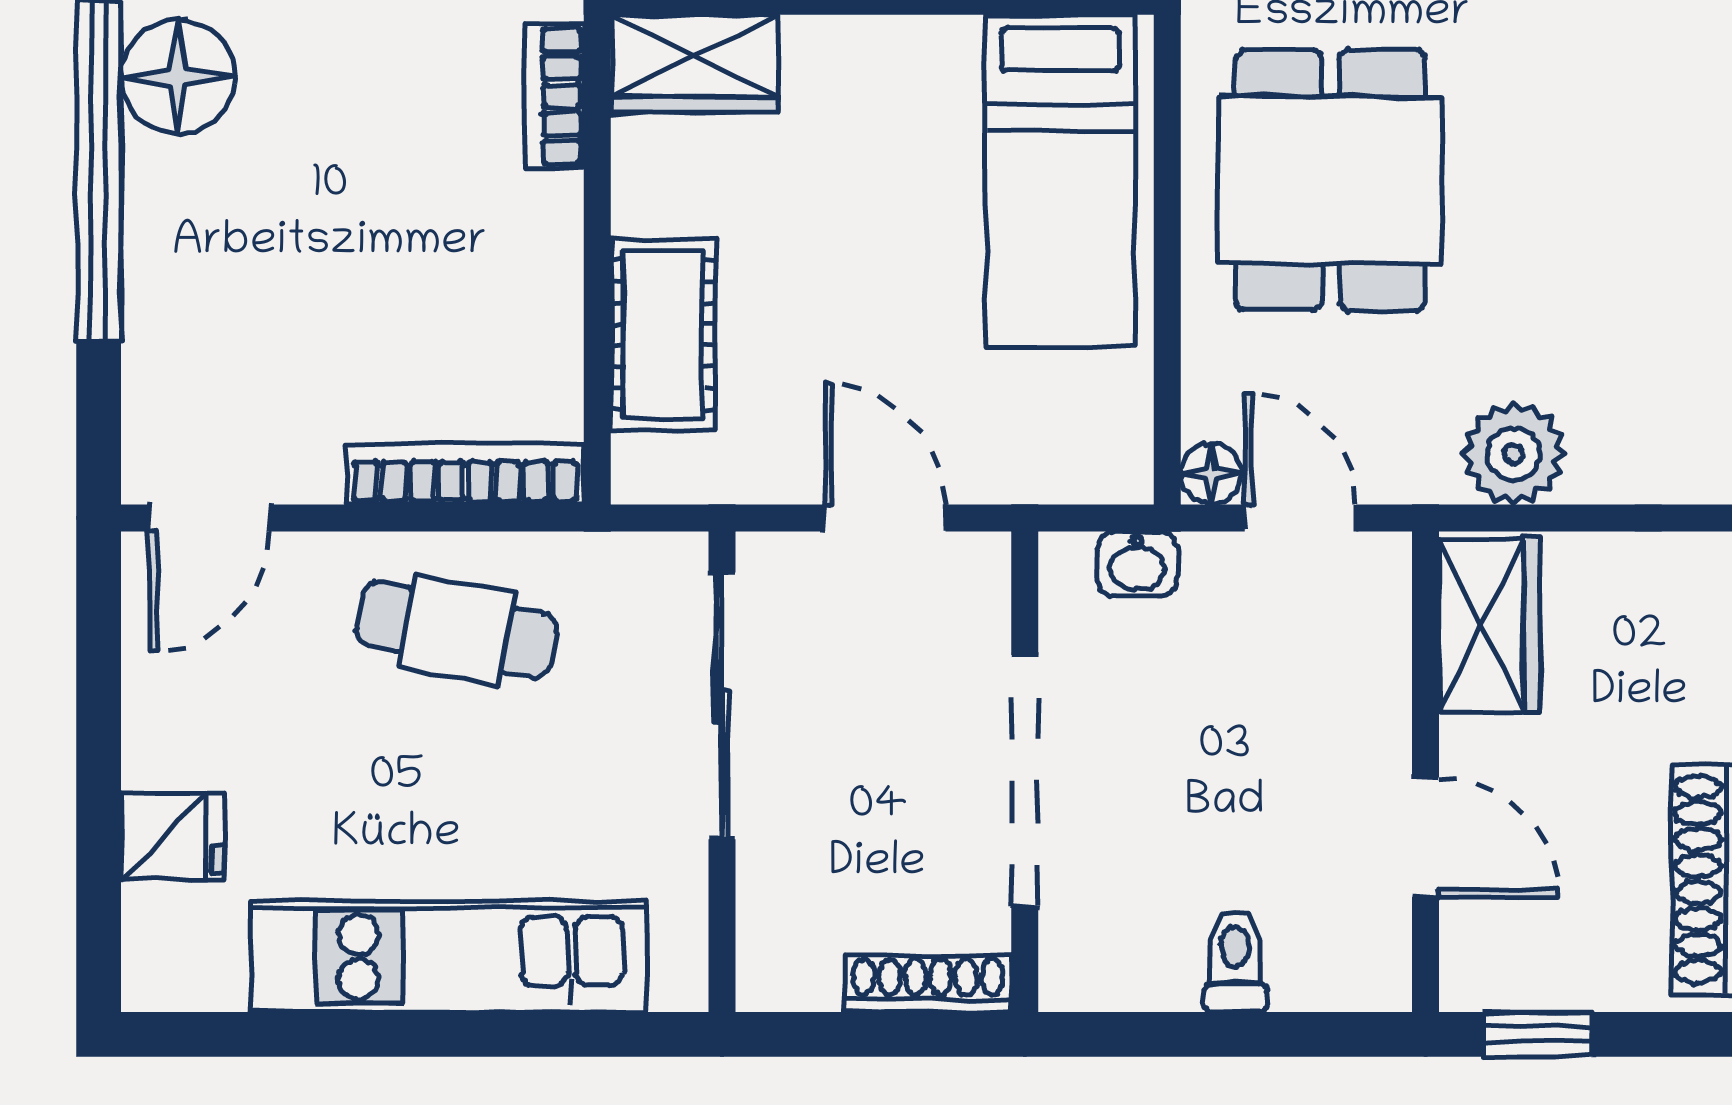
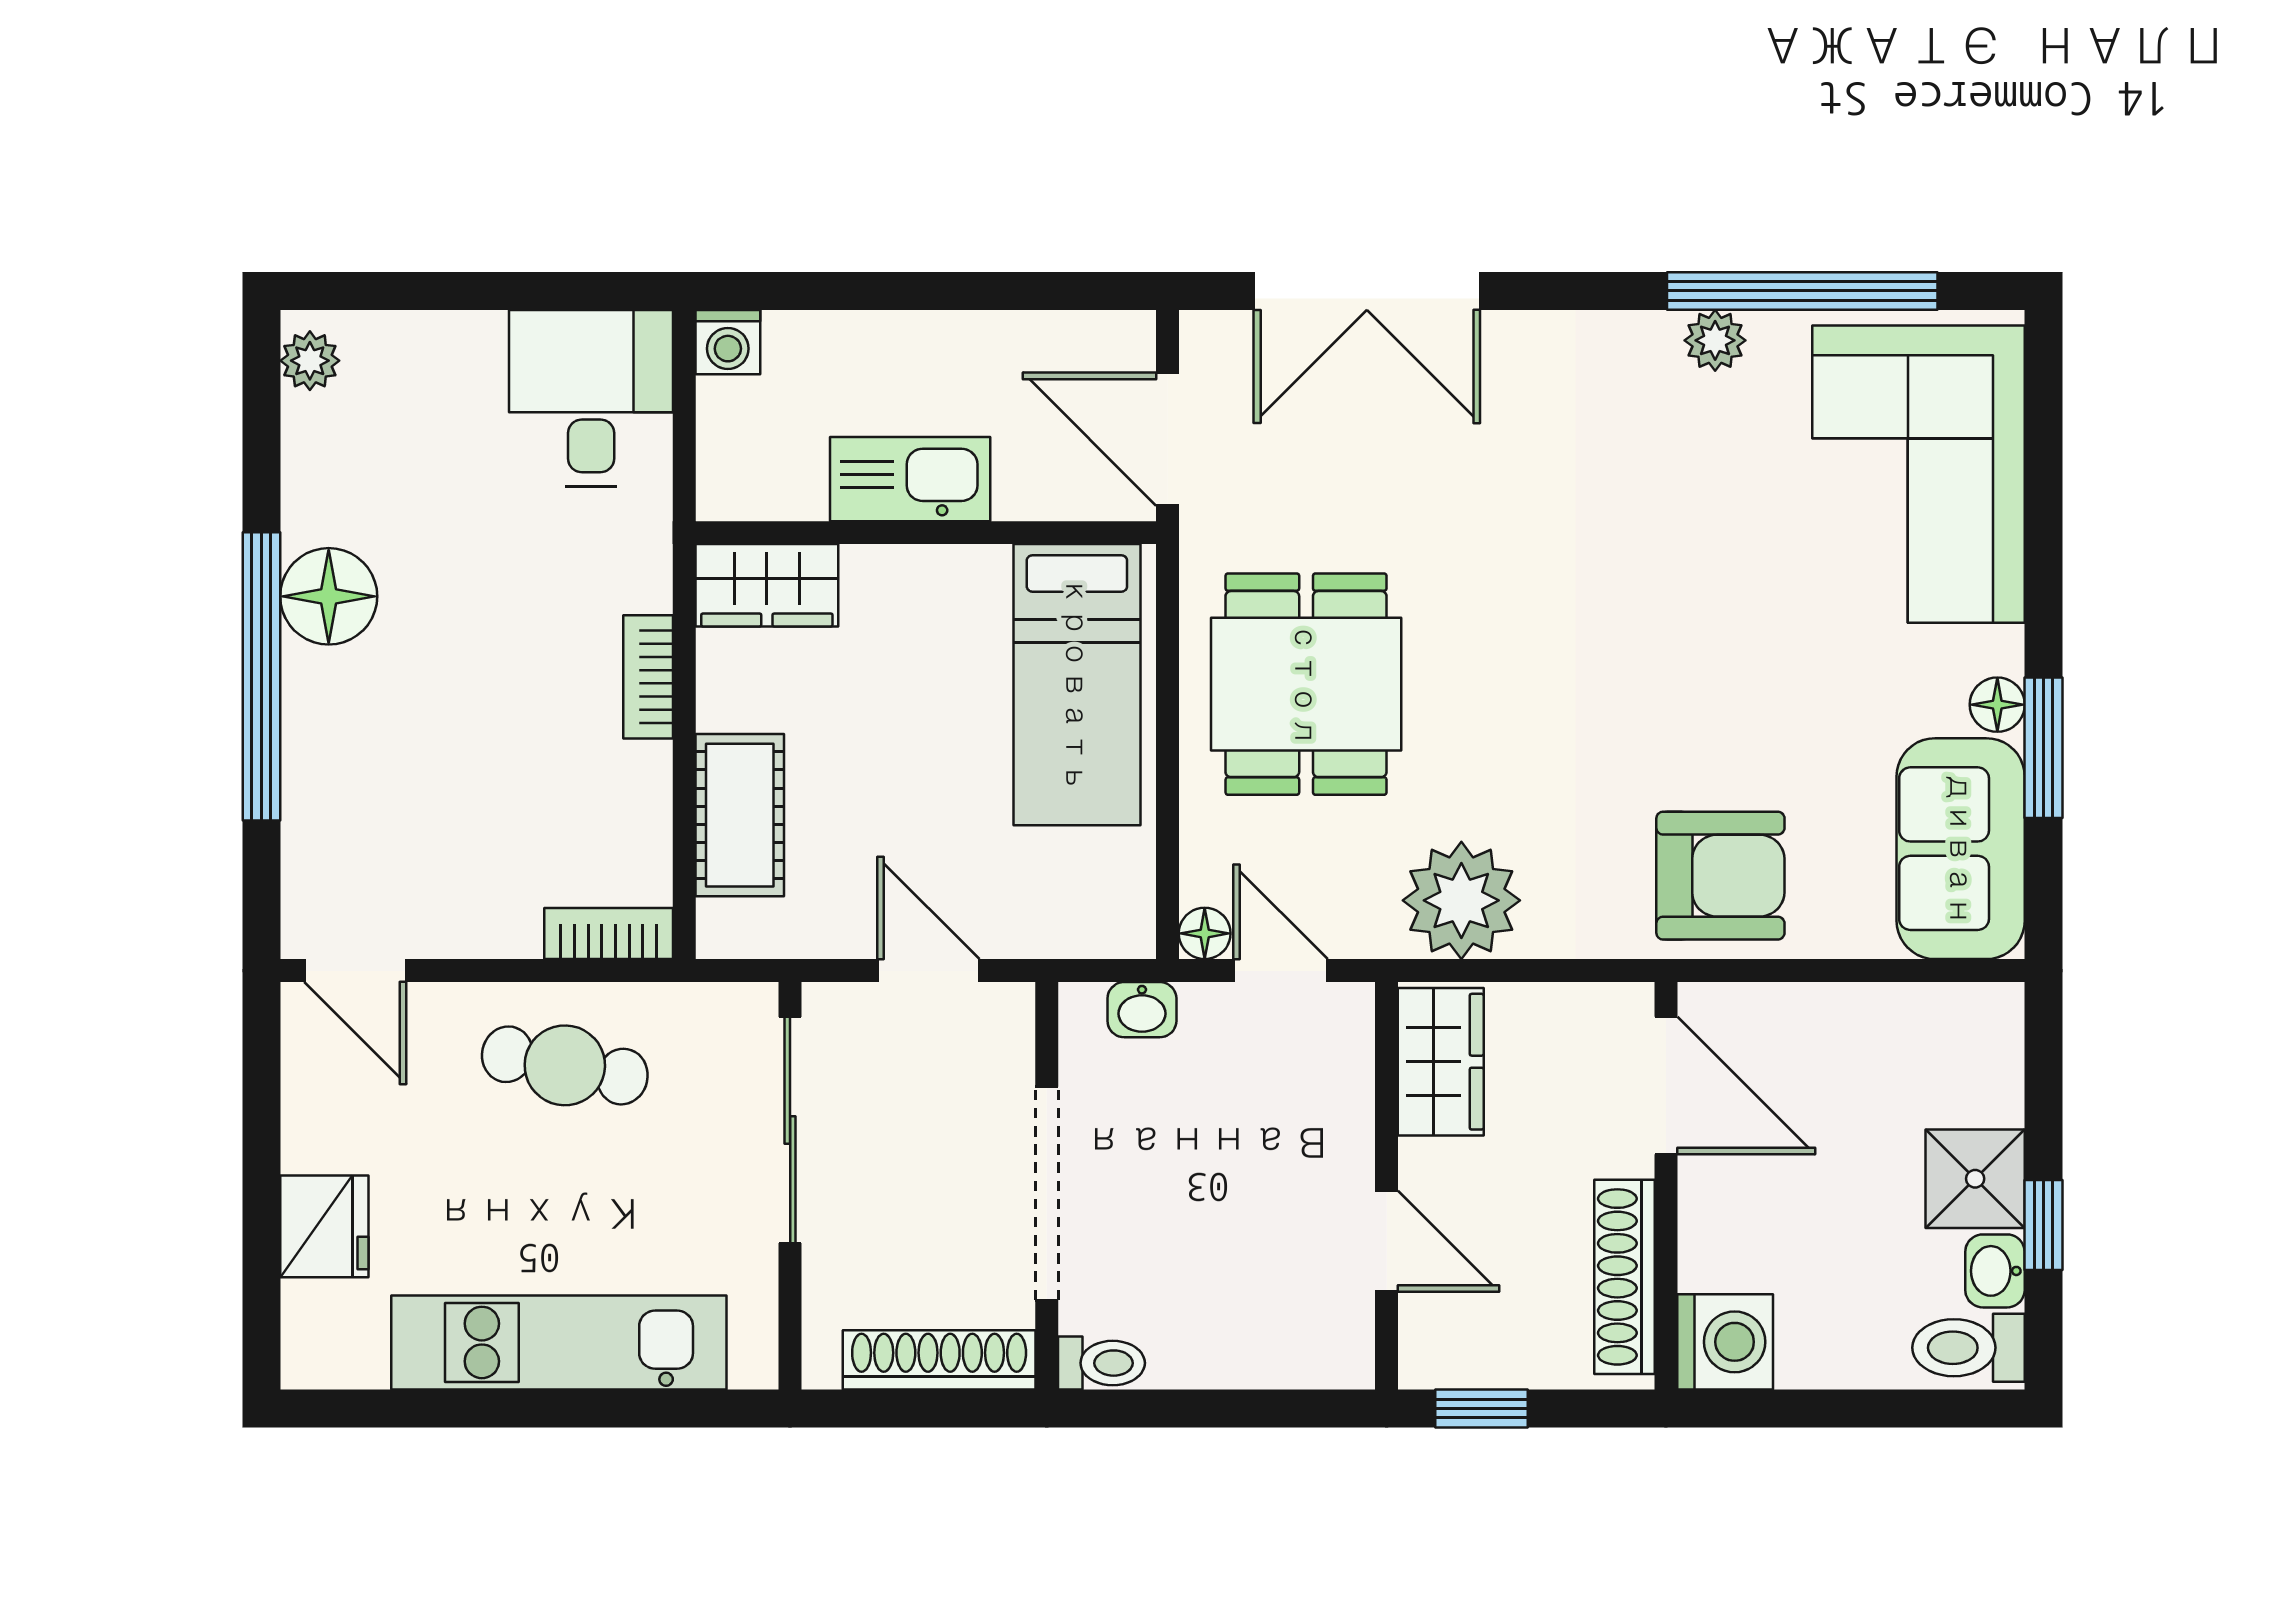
bookcase: (555, 96) -> (648, 677), moved
plant: (1514, 454) -> (1461, 900), width x1.36, depth x1.36
bookcase: (465, 474) -> (609, 933), width x0.64
door: (209, 518) -> (355, 971), hinge flipped
fridge: (173, 836) -> (324, 1226), width x1.38
toilet: (1235, 961) -> (1101, 1363), moved, turned 90
shoe rack: (928, 984) -> (939, 1360), width x1.36, depth x1.24

